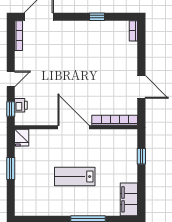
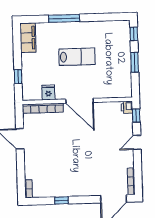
printer: (21, 105) -> (127, 107), moved
fridge: (22, 138) -> (48, 92), moved
window: (11, 200) -> (134, 34), added

